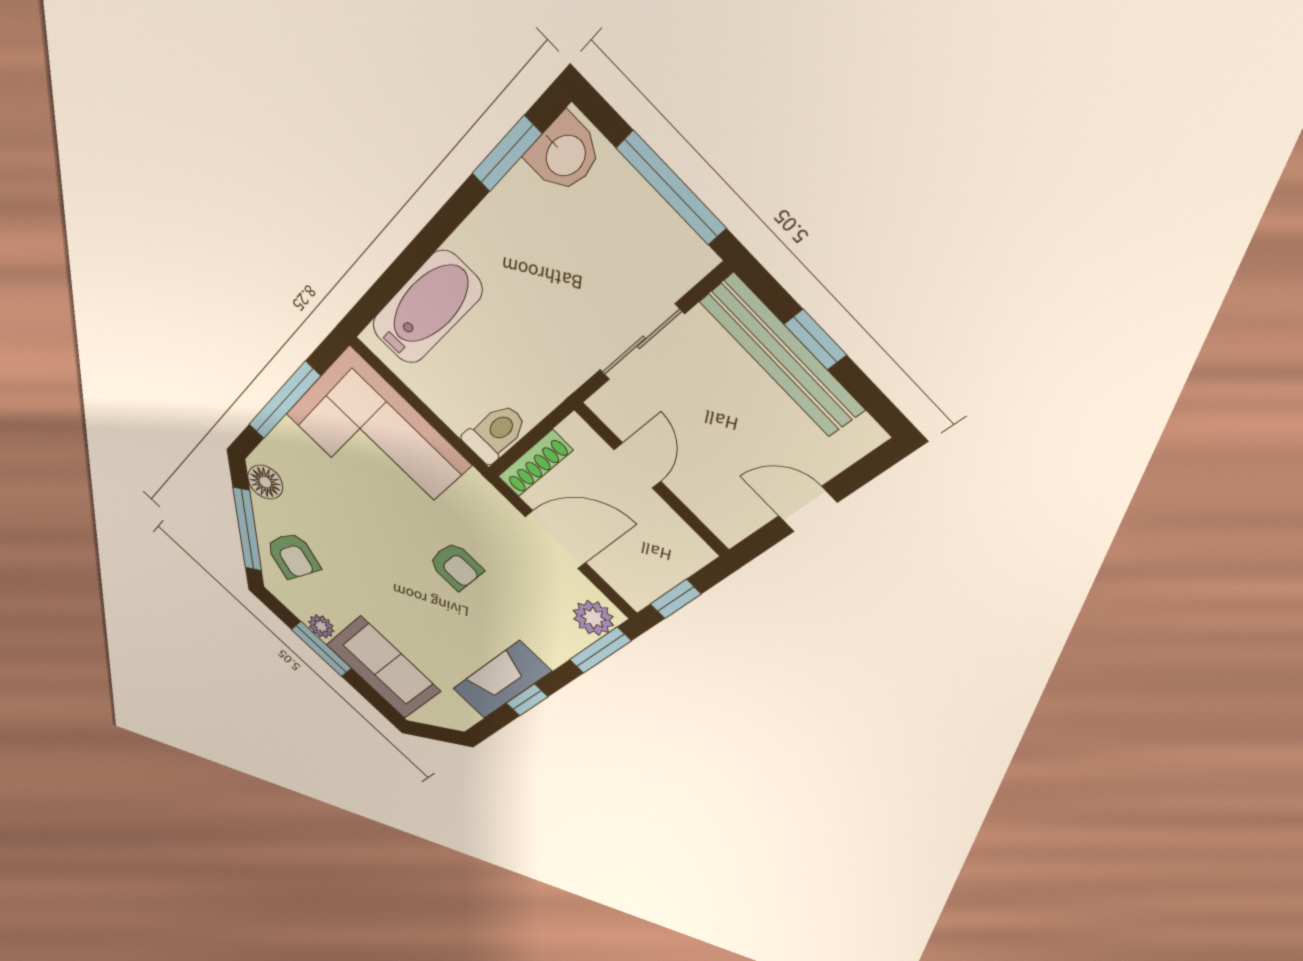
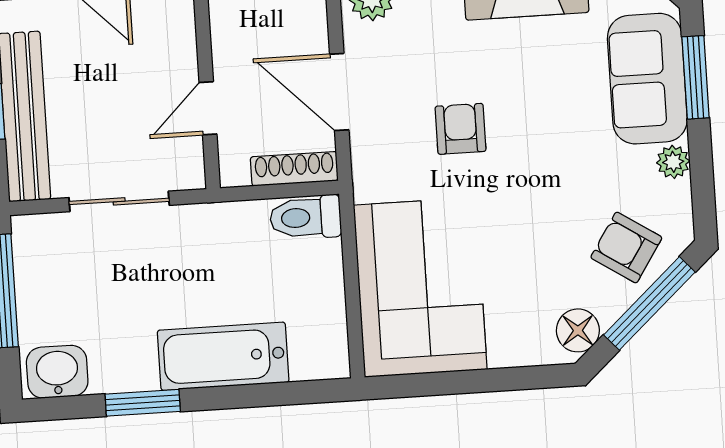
window: (507, 154) -> (143, 403), moved
bathtub: (427, 308) -> (223, 356), moved
window: (284, 401) -> (477, 381), removed
armchair: (293, 556) -> (626, 248), turned -77
window: (321, 649) -> (696, 77), moved

